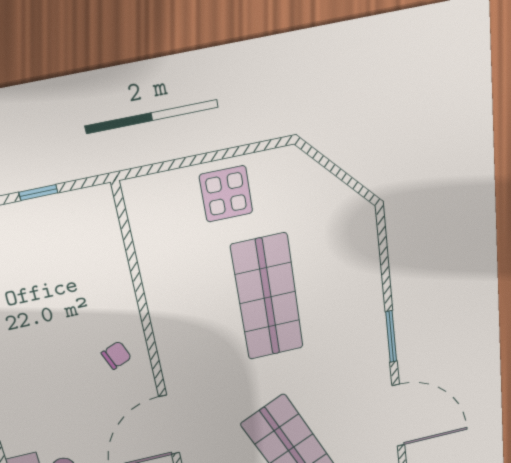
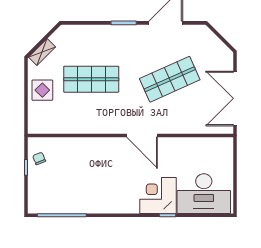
shelving: (311, 175) -> (42, 52), added
chair: (116, 355) -> (39, 158), moved

